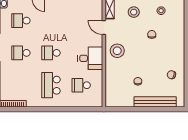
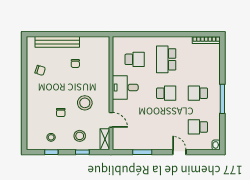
school desk: (21, 21) -> (198, 127), turned 180
stool: (117, 51) -> (85, 103), moved
school desk: (21, 53) -> (198, 93), turned 180
school desk: (51, 85) -> (166, 59), turned 180

